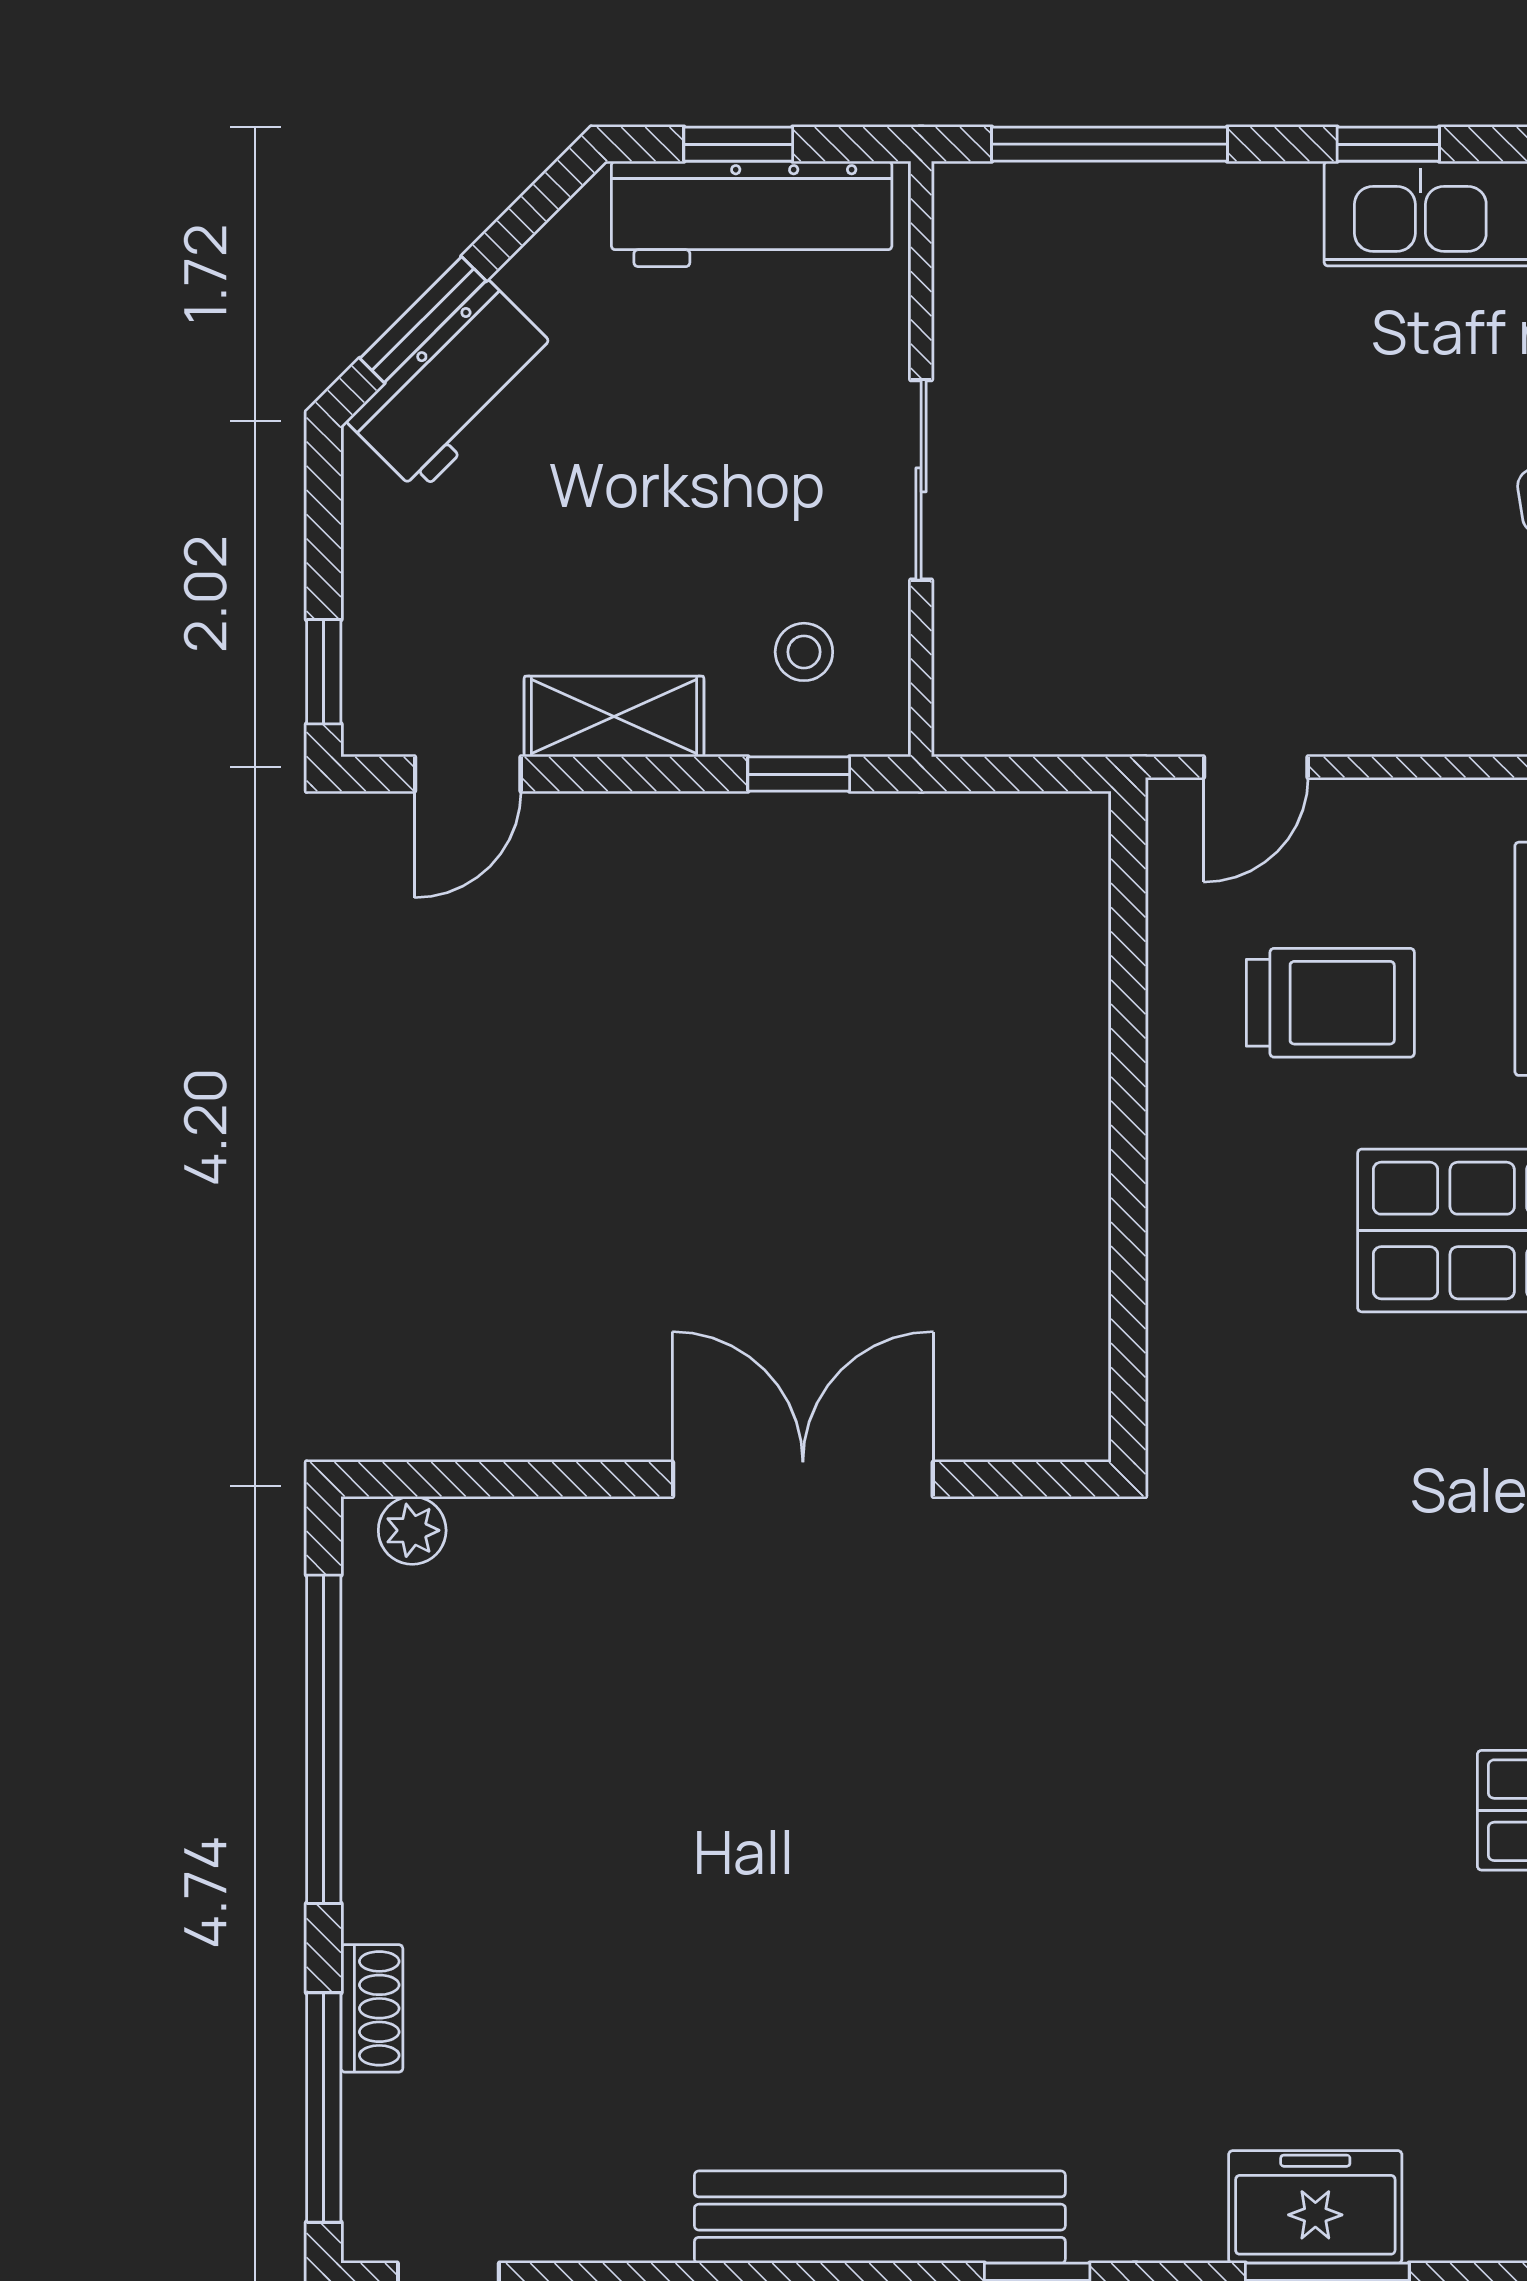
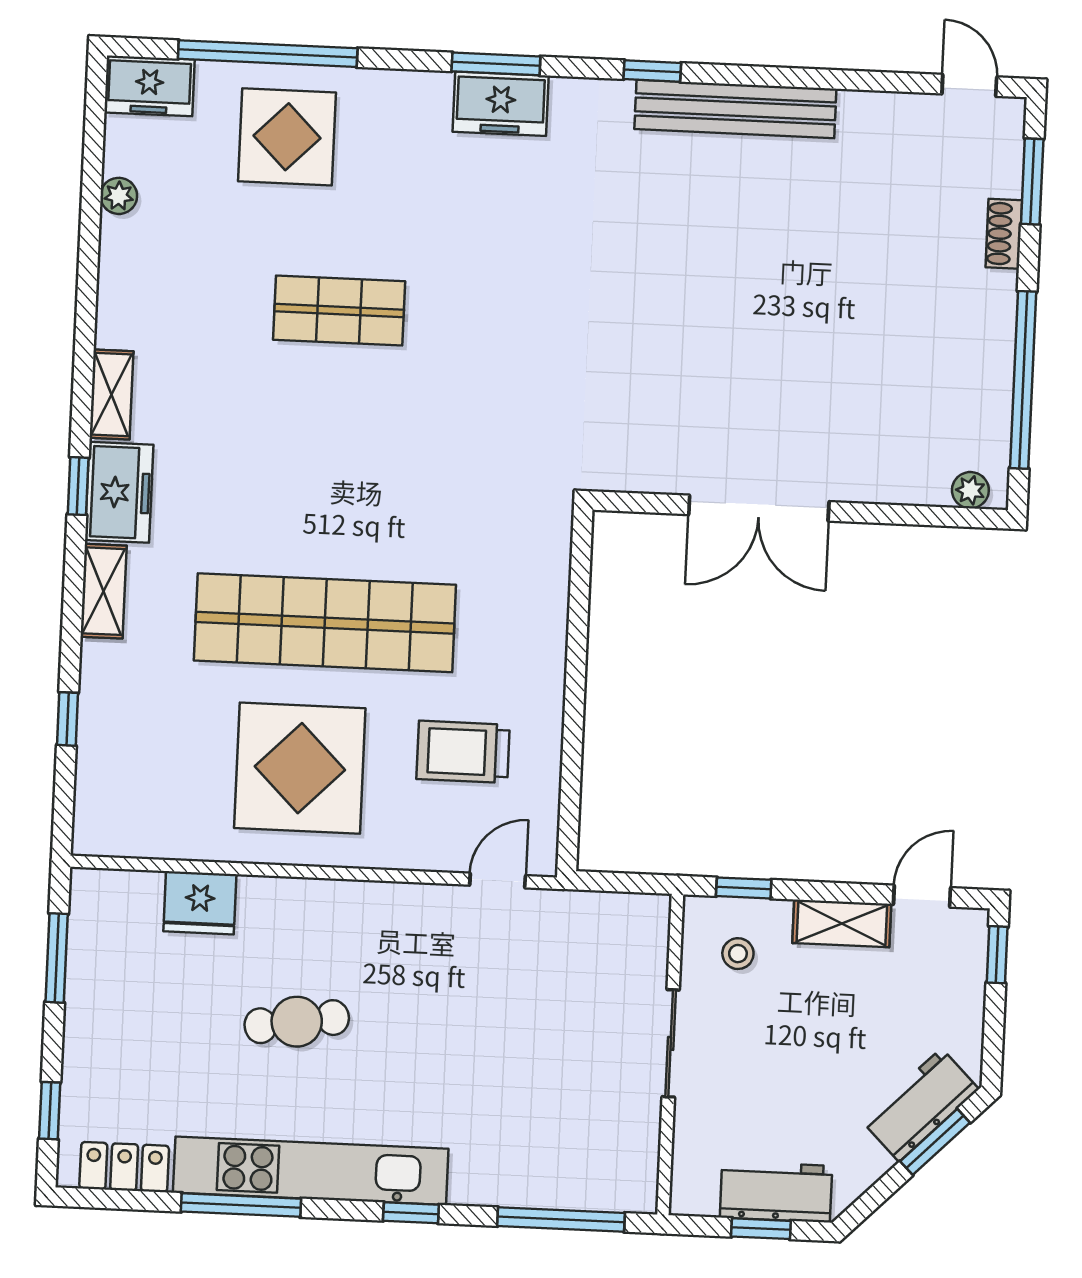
workbench: (752, 214) -> (776, 1192), width x0.73
window: (324, 2108) -> (1032, 182), width x0.69

